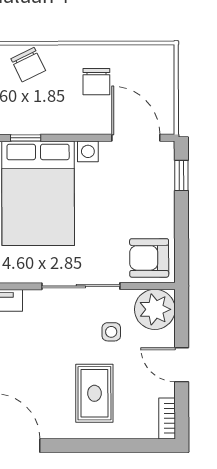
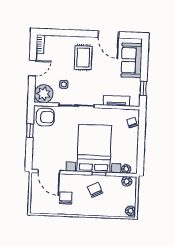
chair: (28, 65) -> (95, 190), moved
window: (181, 176) -> (30, 130), moved
door: (182, 365) -> (32, 68), hinge flipped
rug: (94, 393) -> (83, 58), moved

